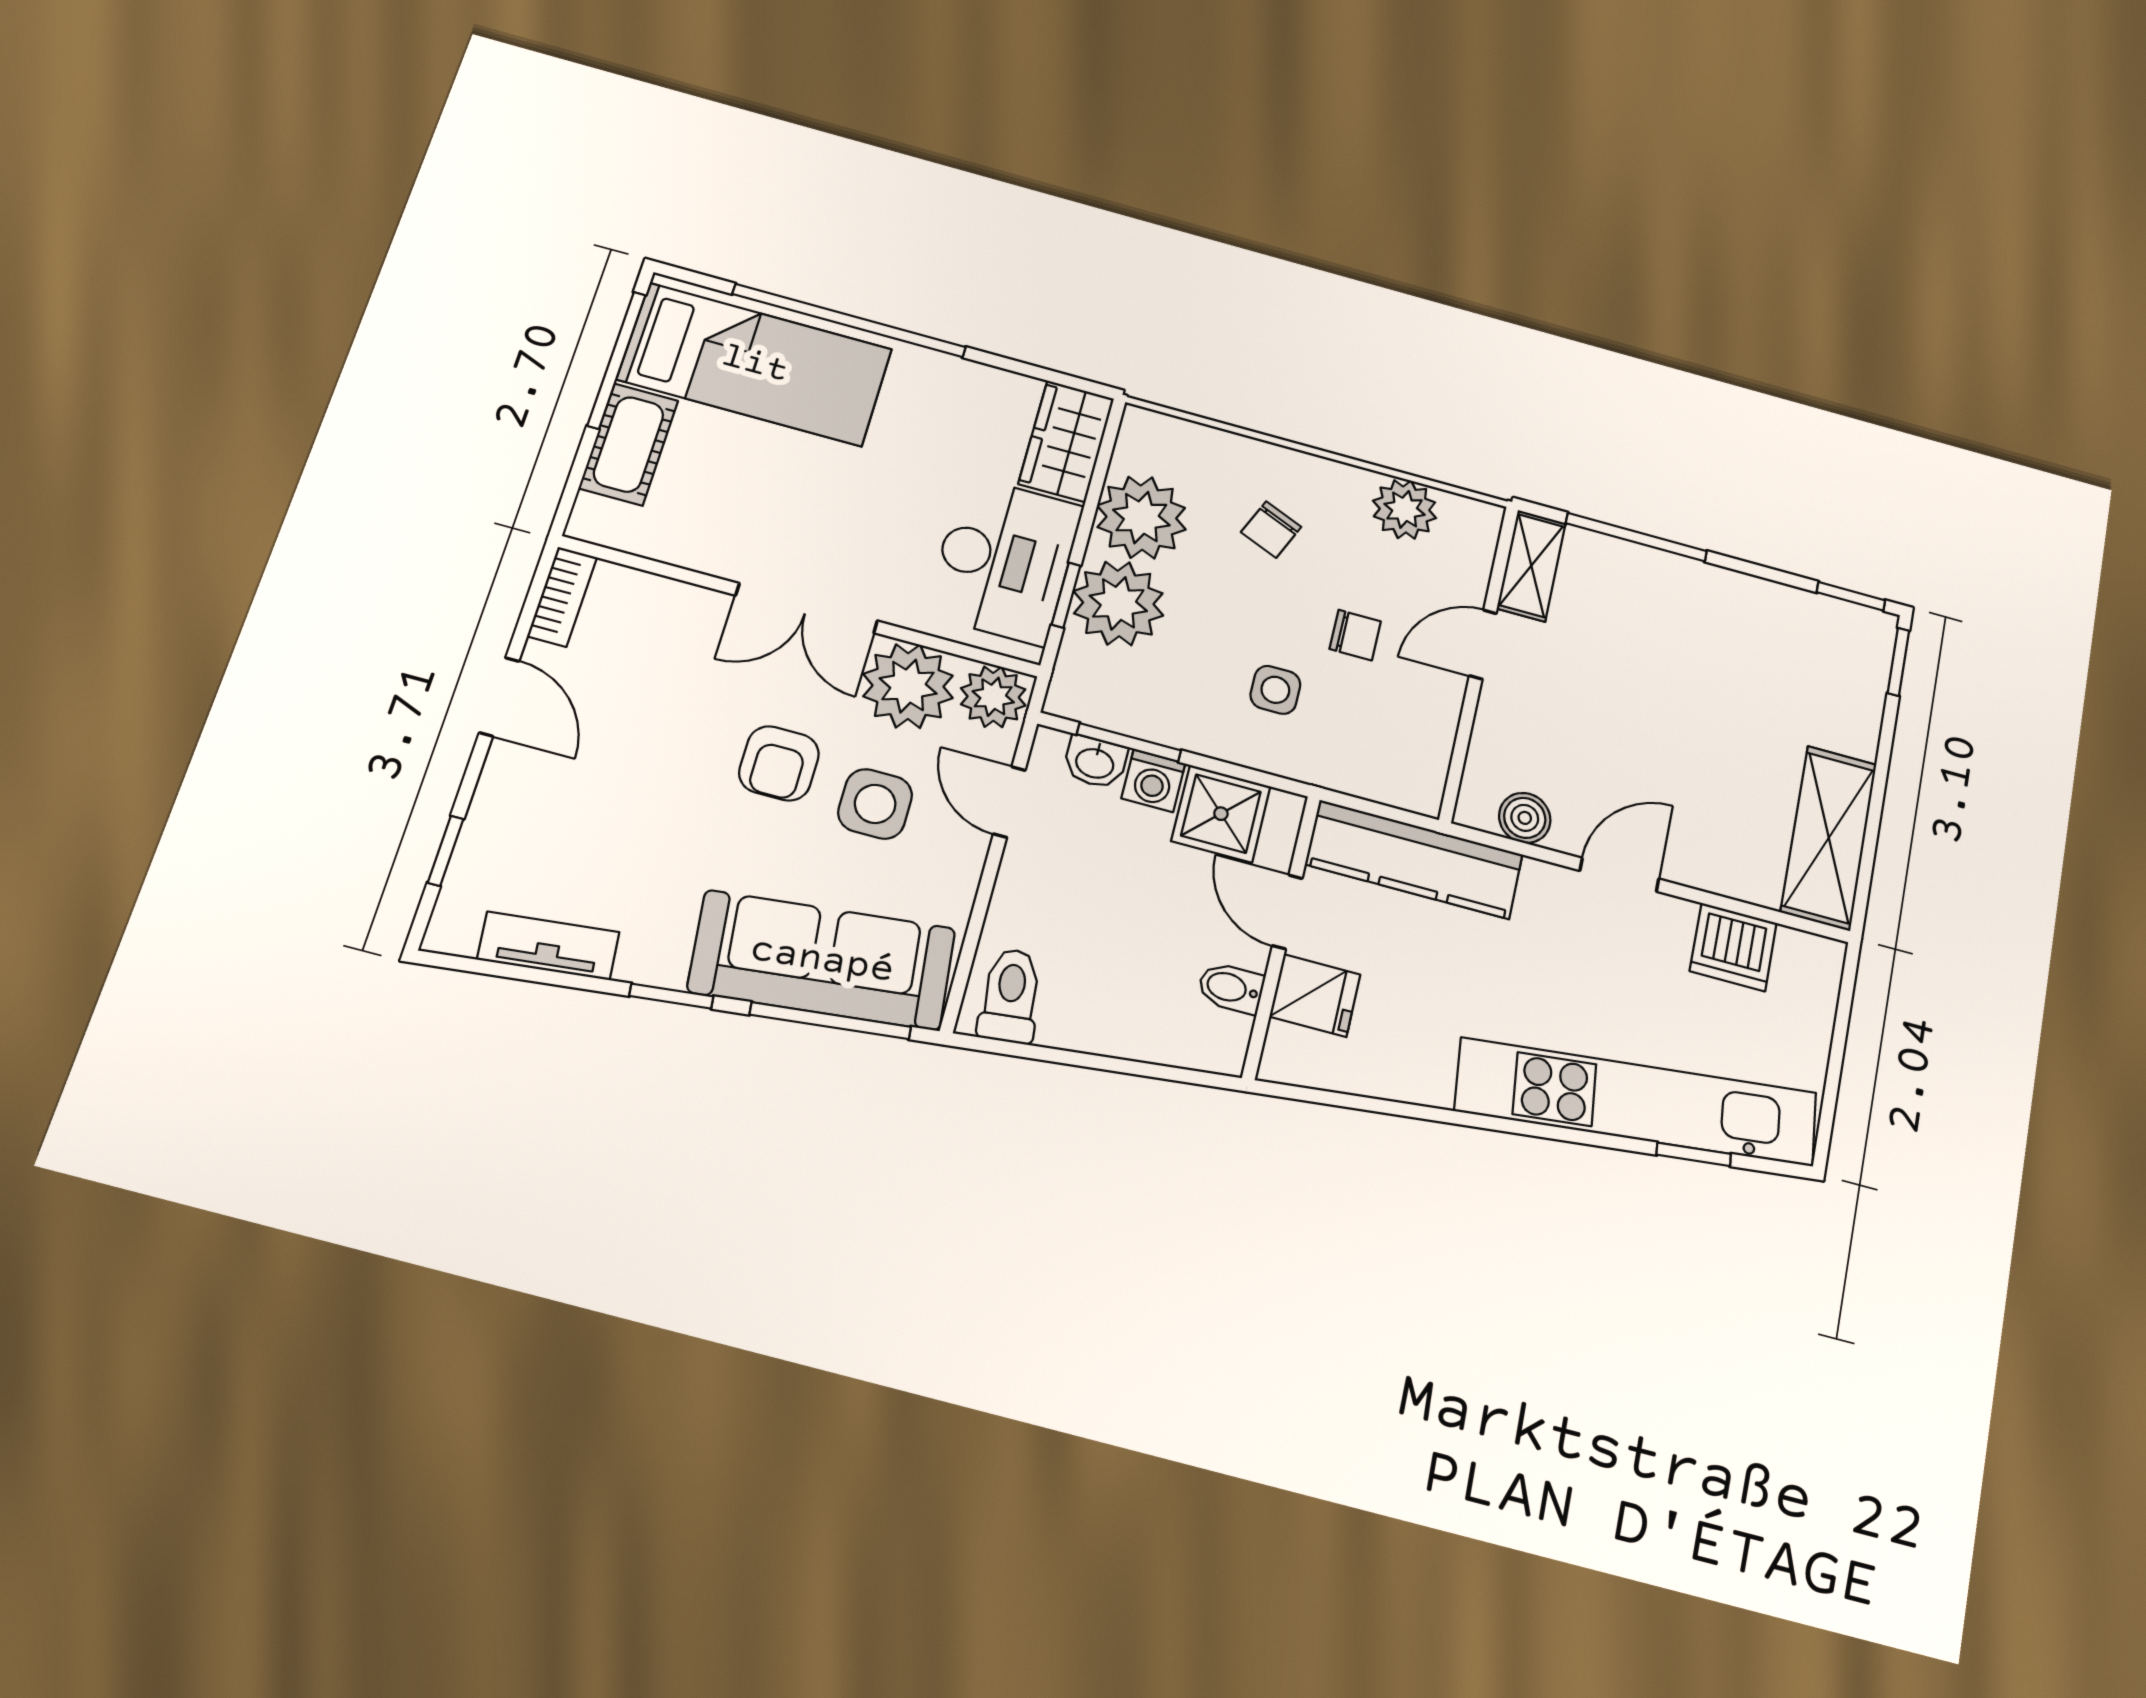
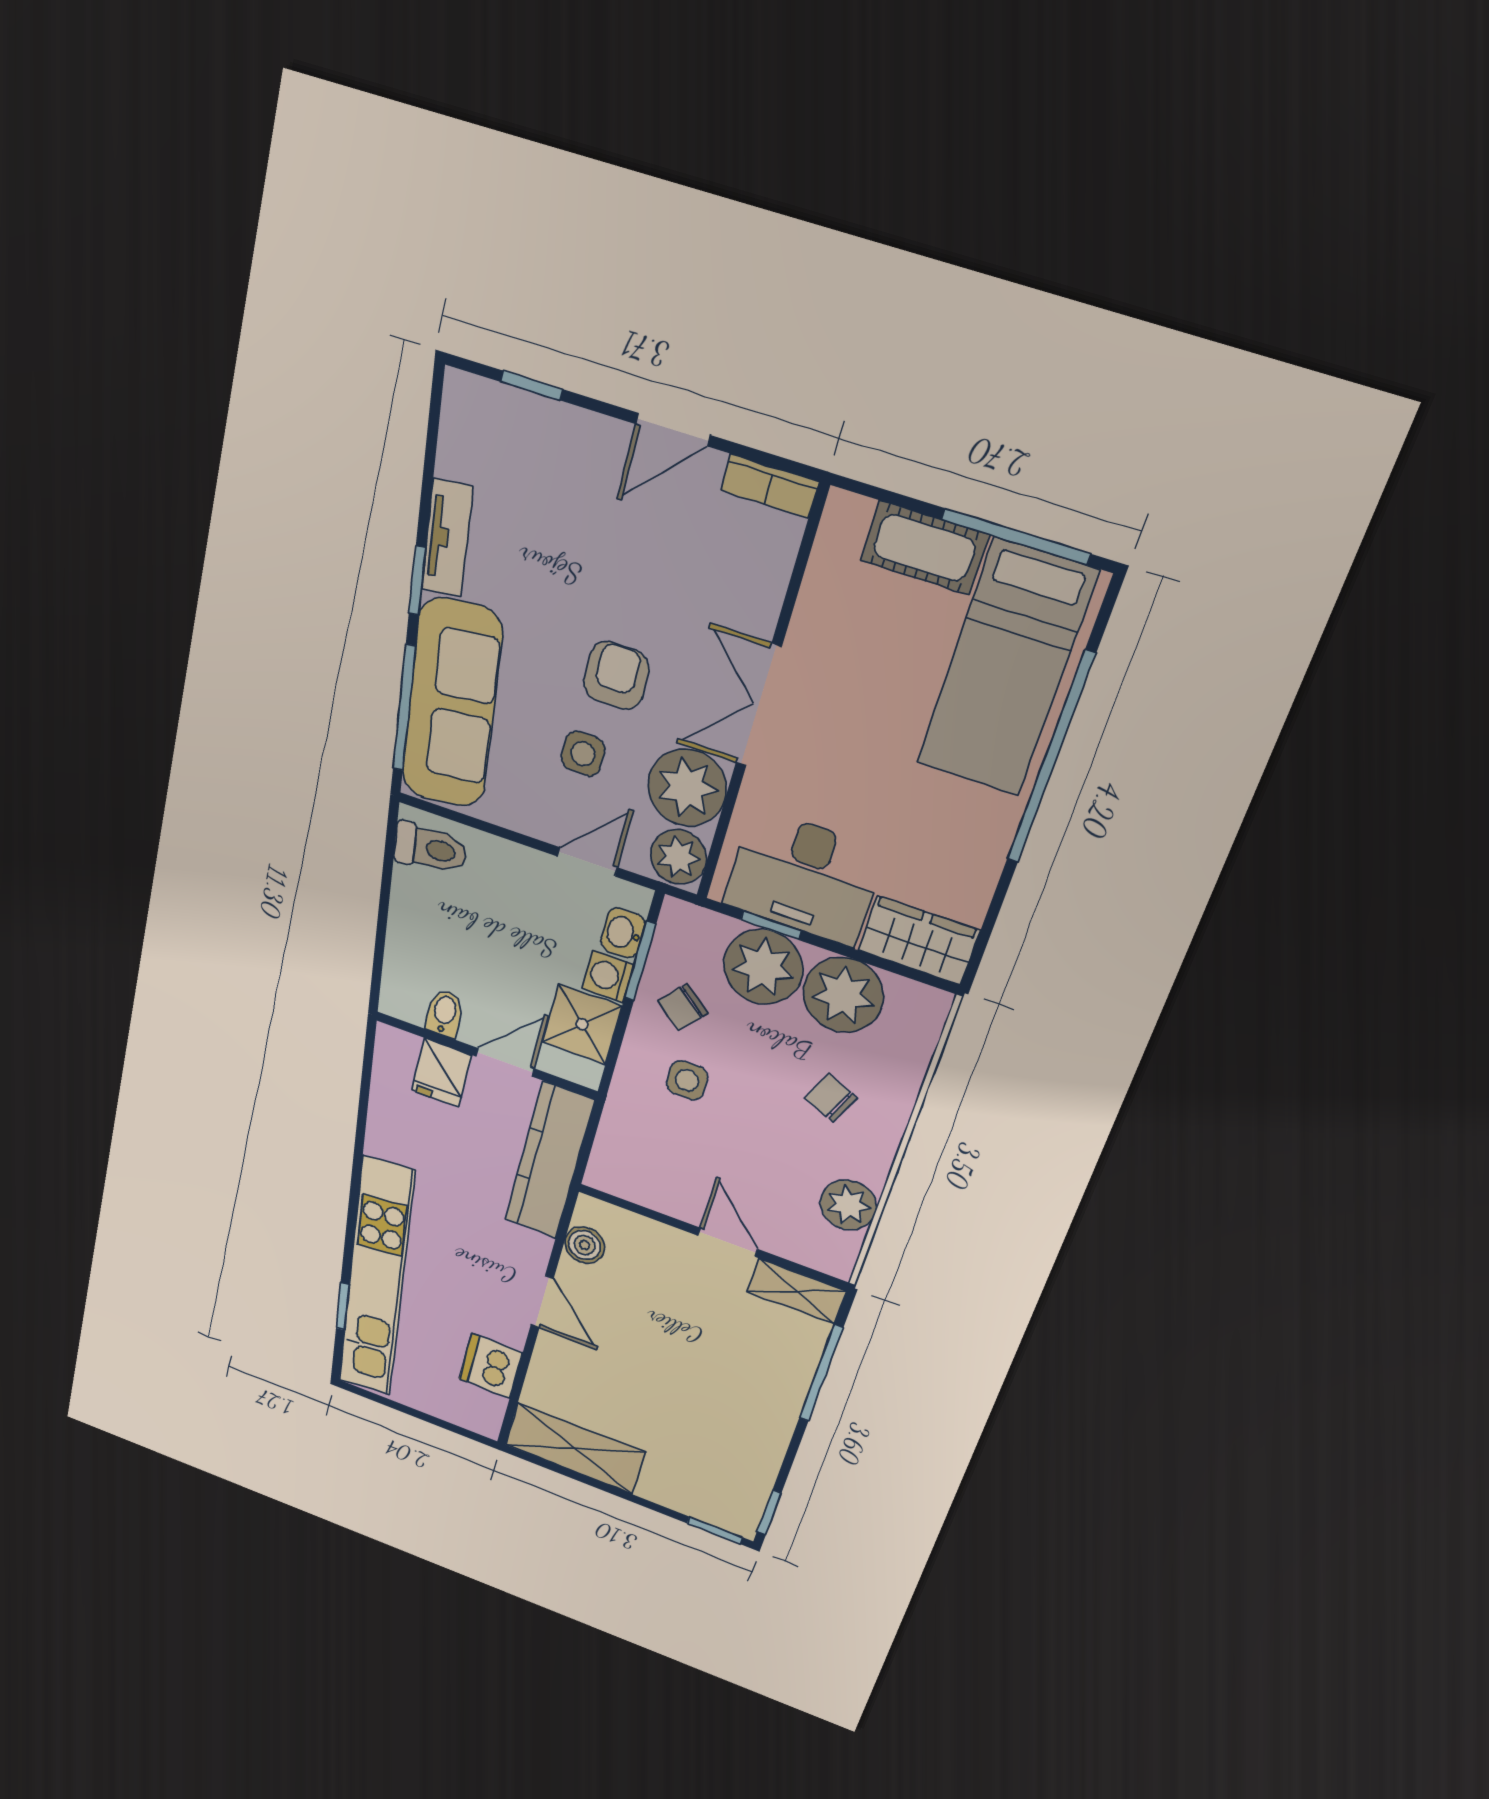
chair: (1355, 635) -> (683, 1007), moved, turned 40
armchair: (779, 763) -> (616, 676), turned 90
side table: (875, 804) -> (583, 754), width x0.73, depth x0.73
tv unit: (548, 946) -> (447, 538), moved

